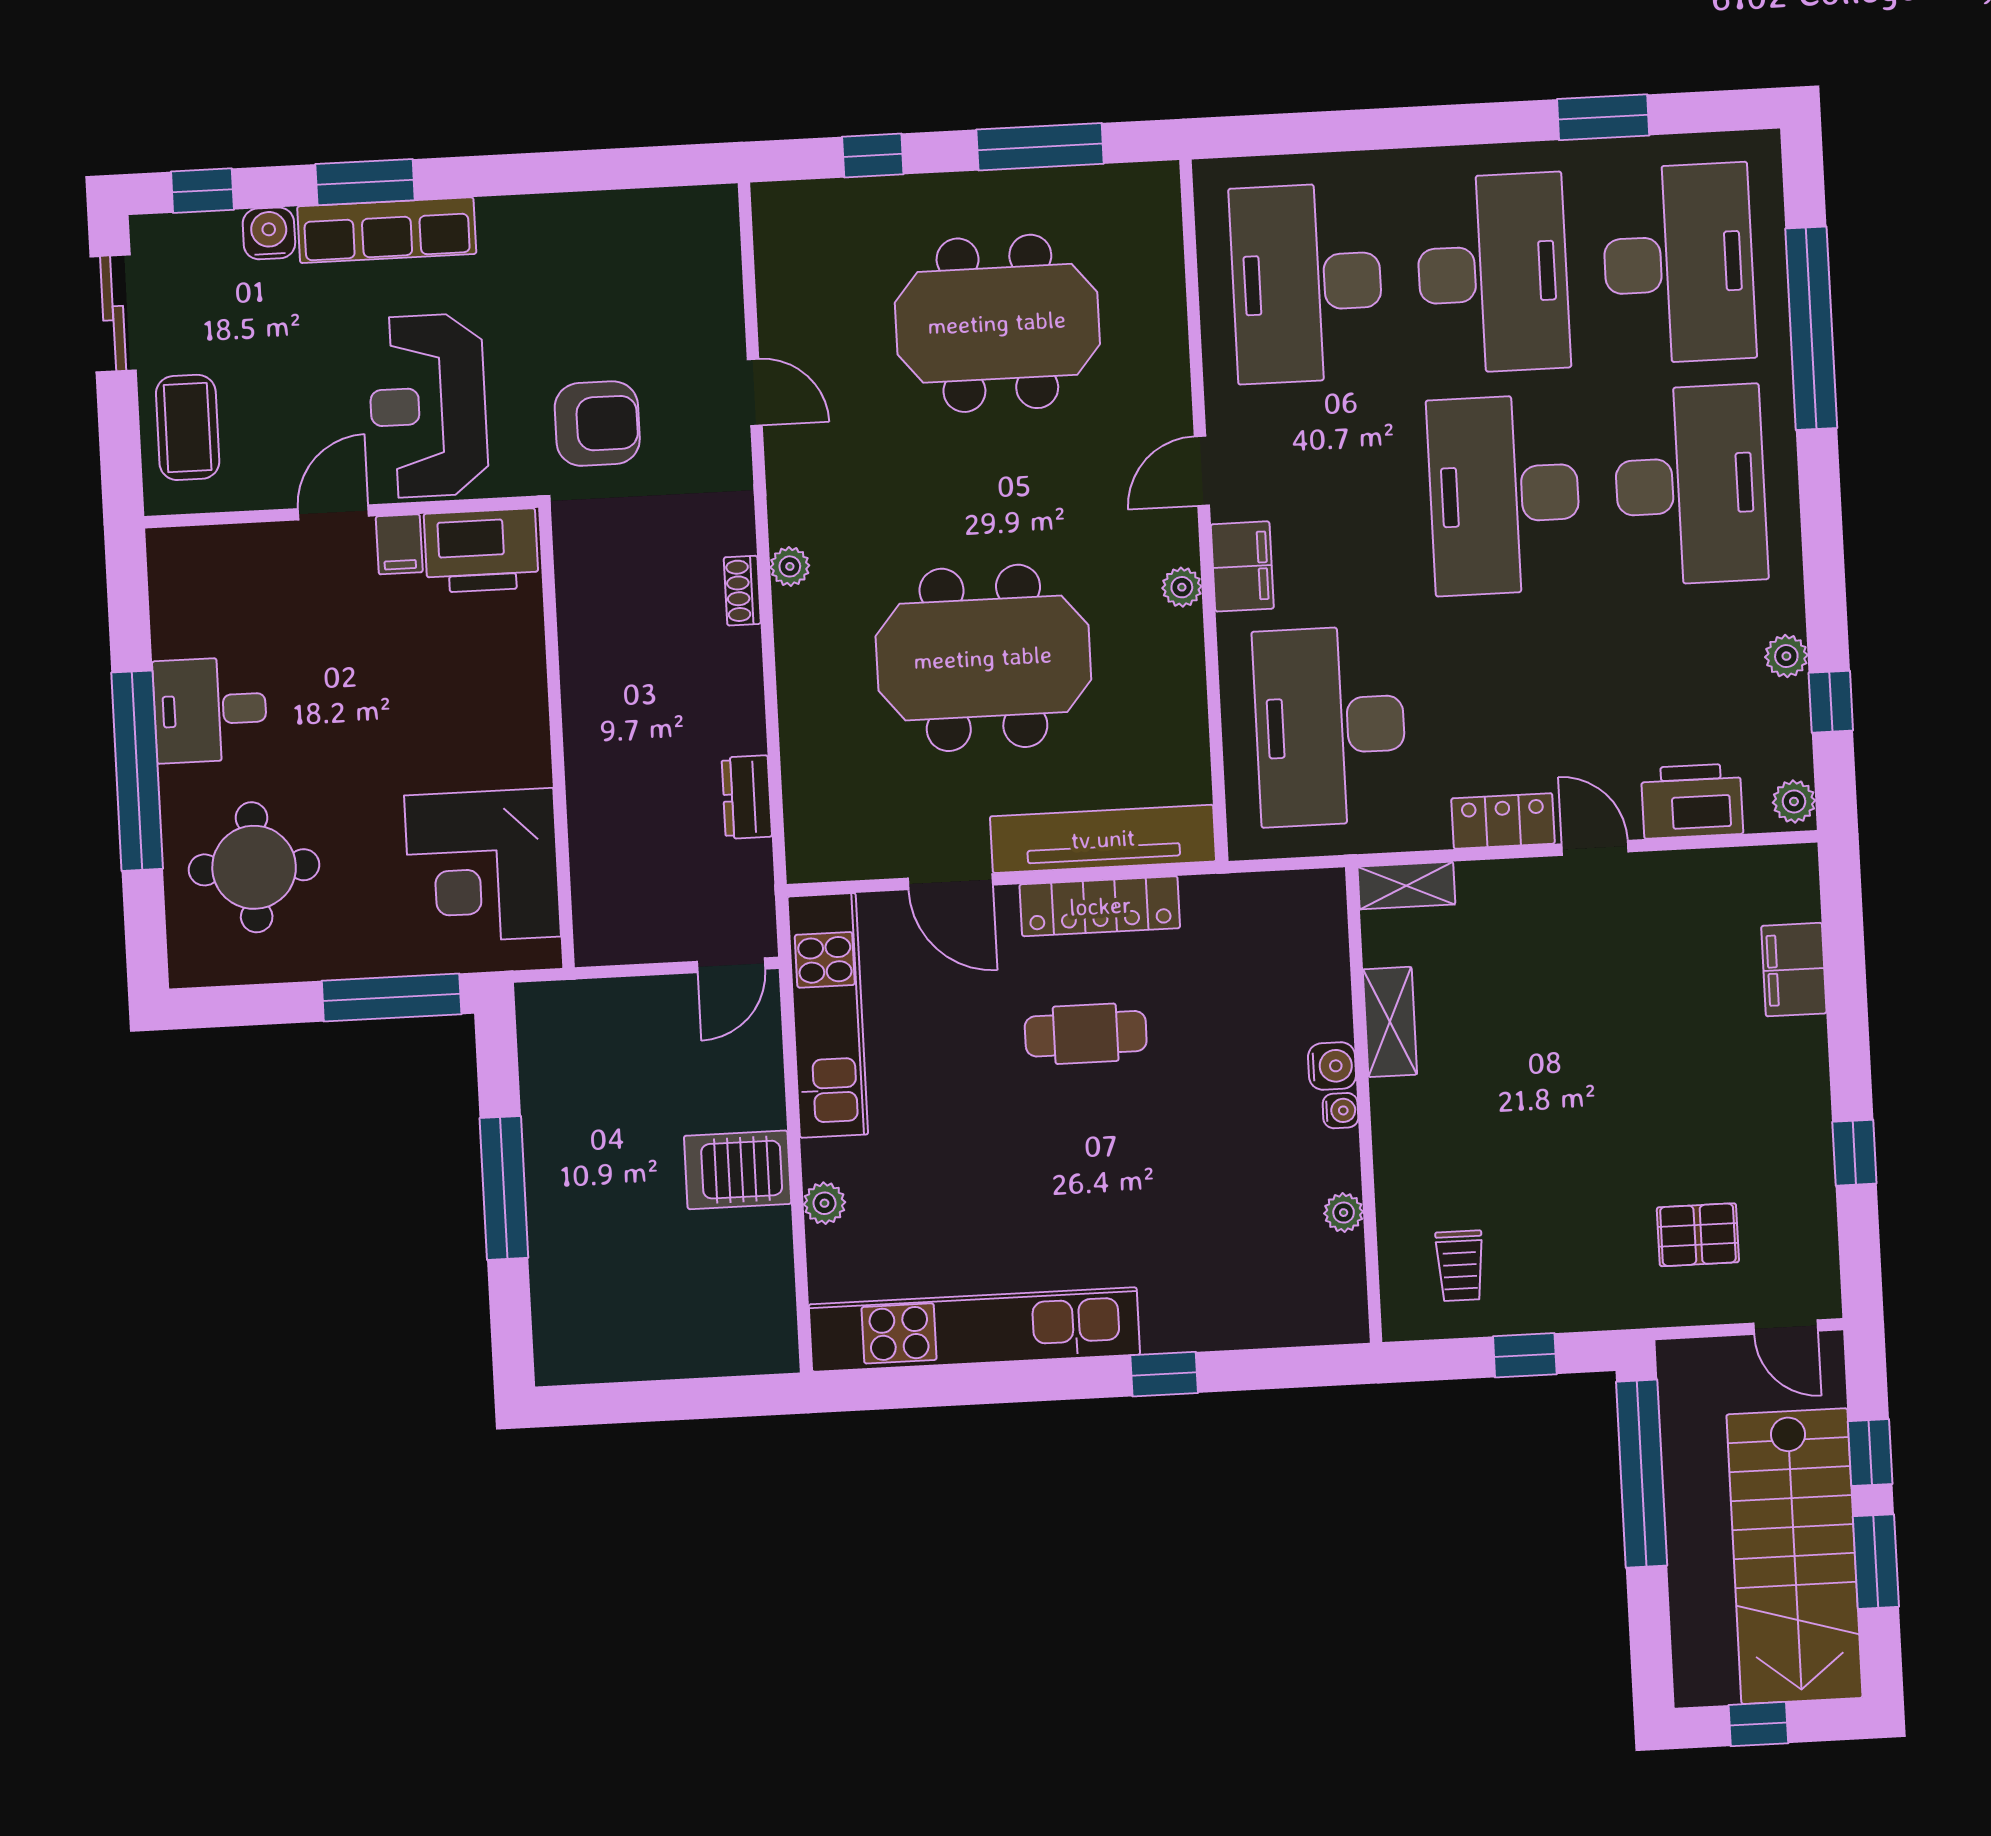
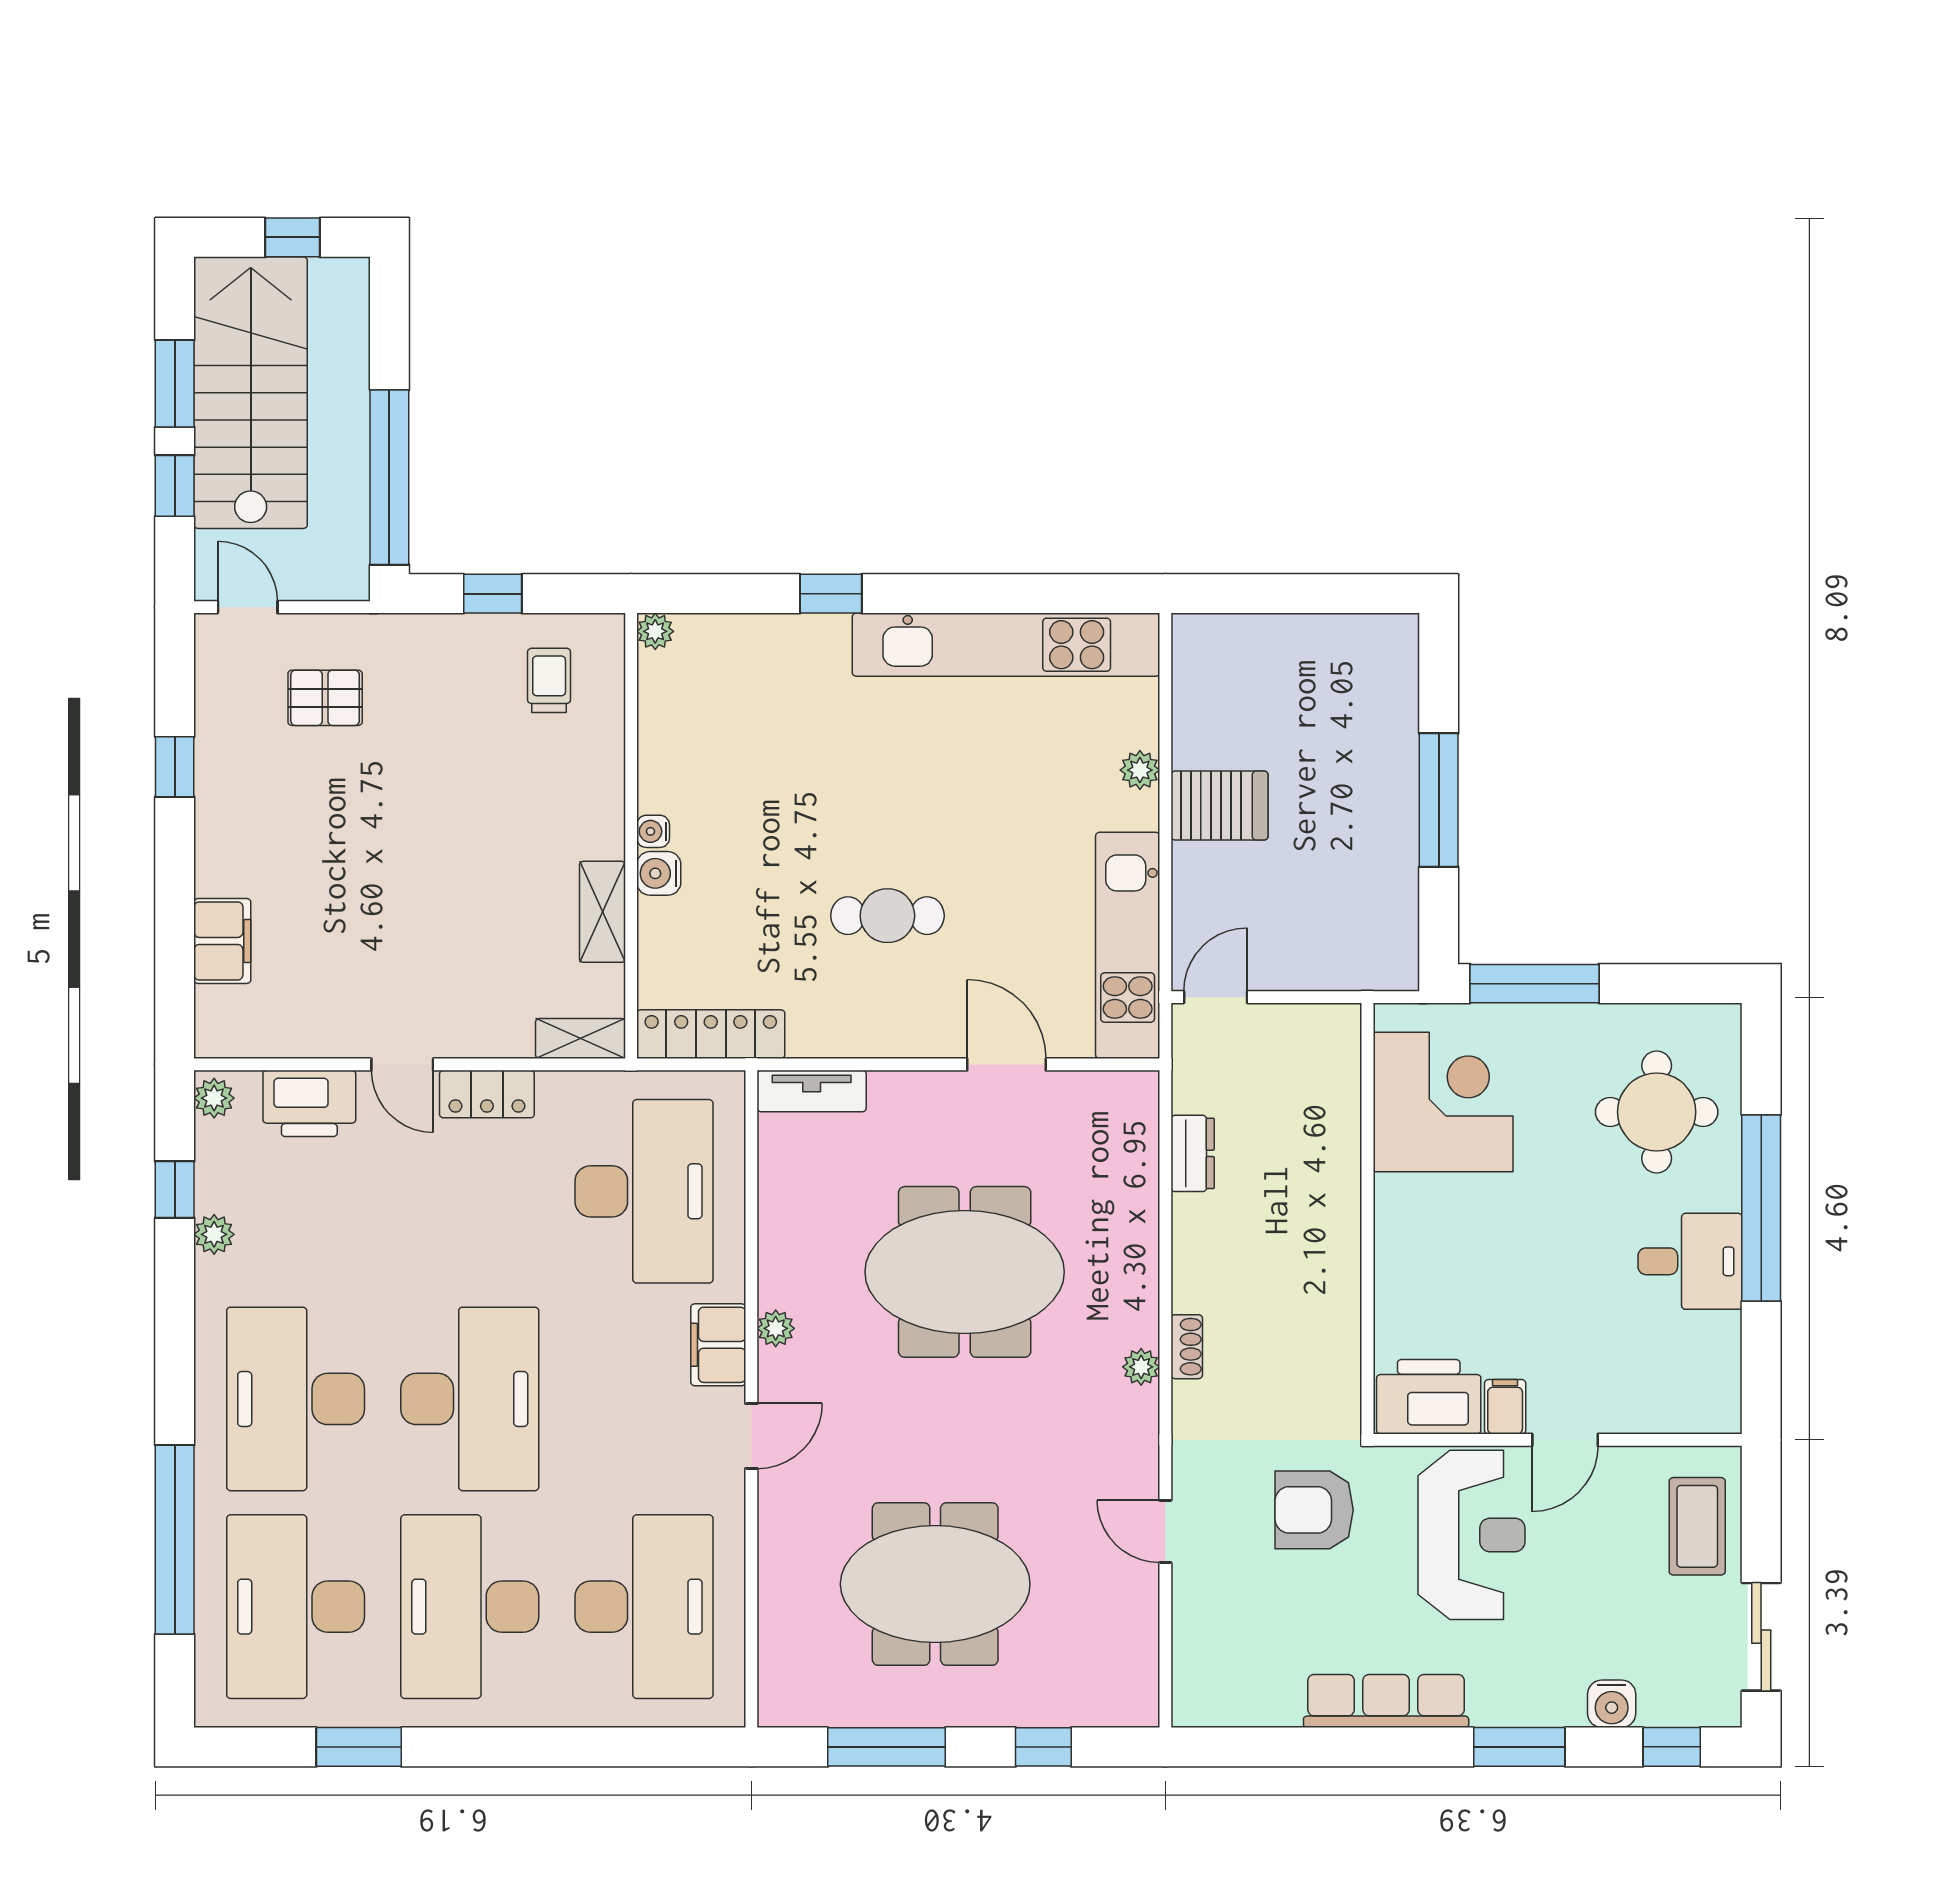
row of seats: (387, 230) -> (1386, 1701), moved
tv unit: (1103, 839) -> (812, 1091), width x0.52, depth x0.78
locker: (1100, 906) -> (711, 1034), moved
plant: (1344, 1213) -> (655, 631), moved

